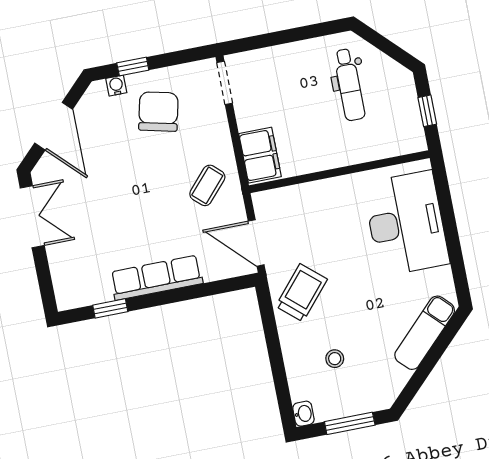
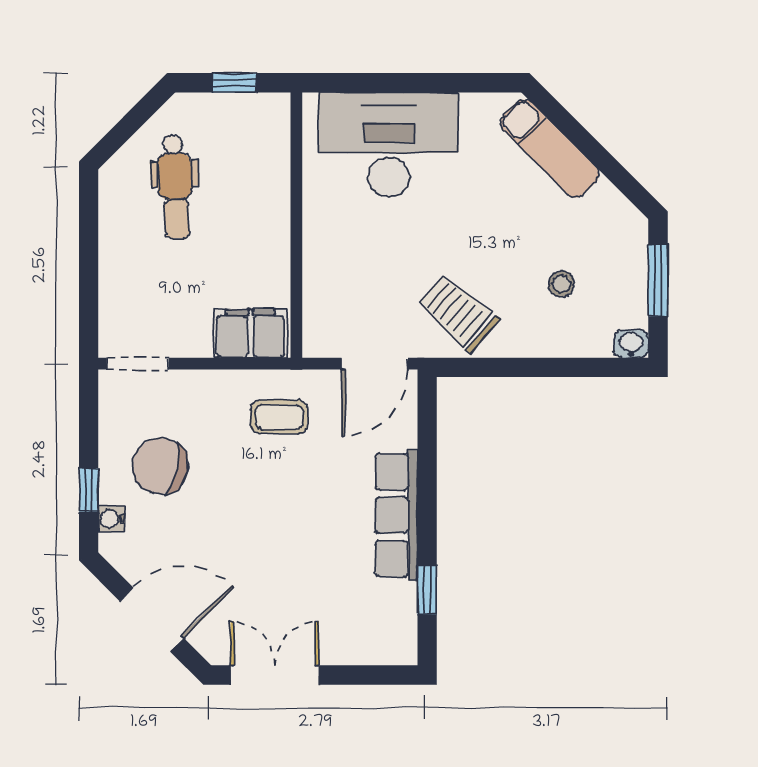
dental chair: (349, 85) -> (175, 187), turned 87
coffee table: (207, 185) -> (279, 417), turned -42

